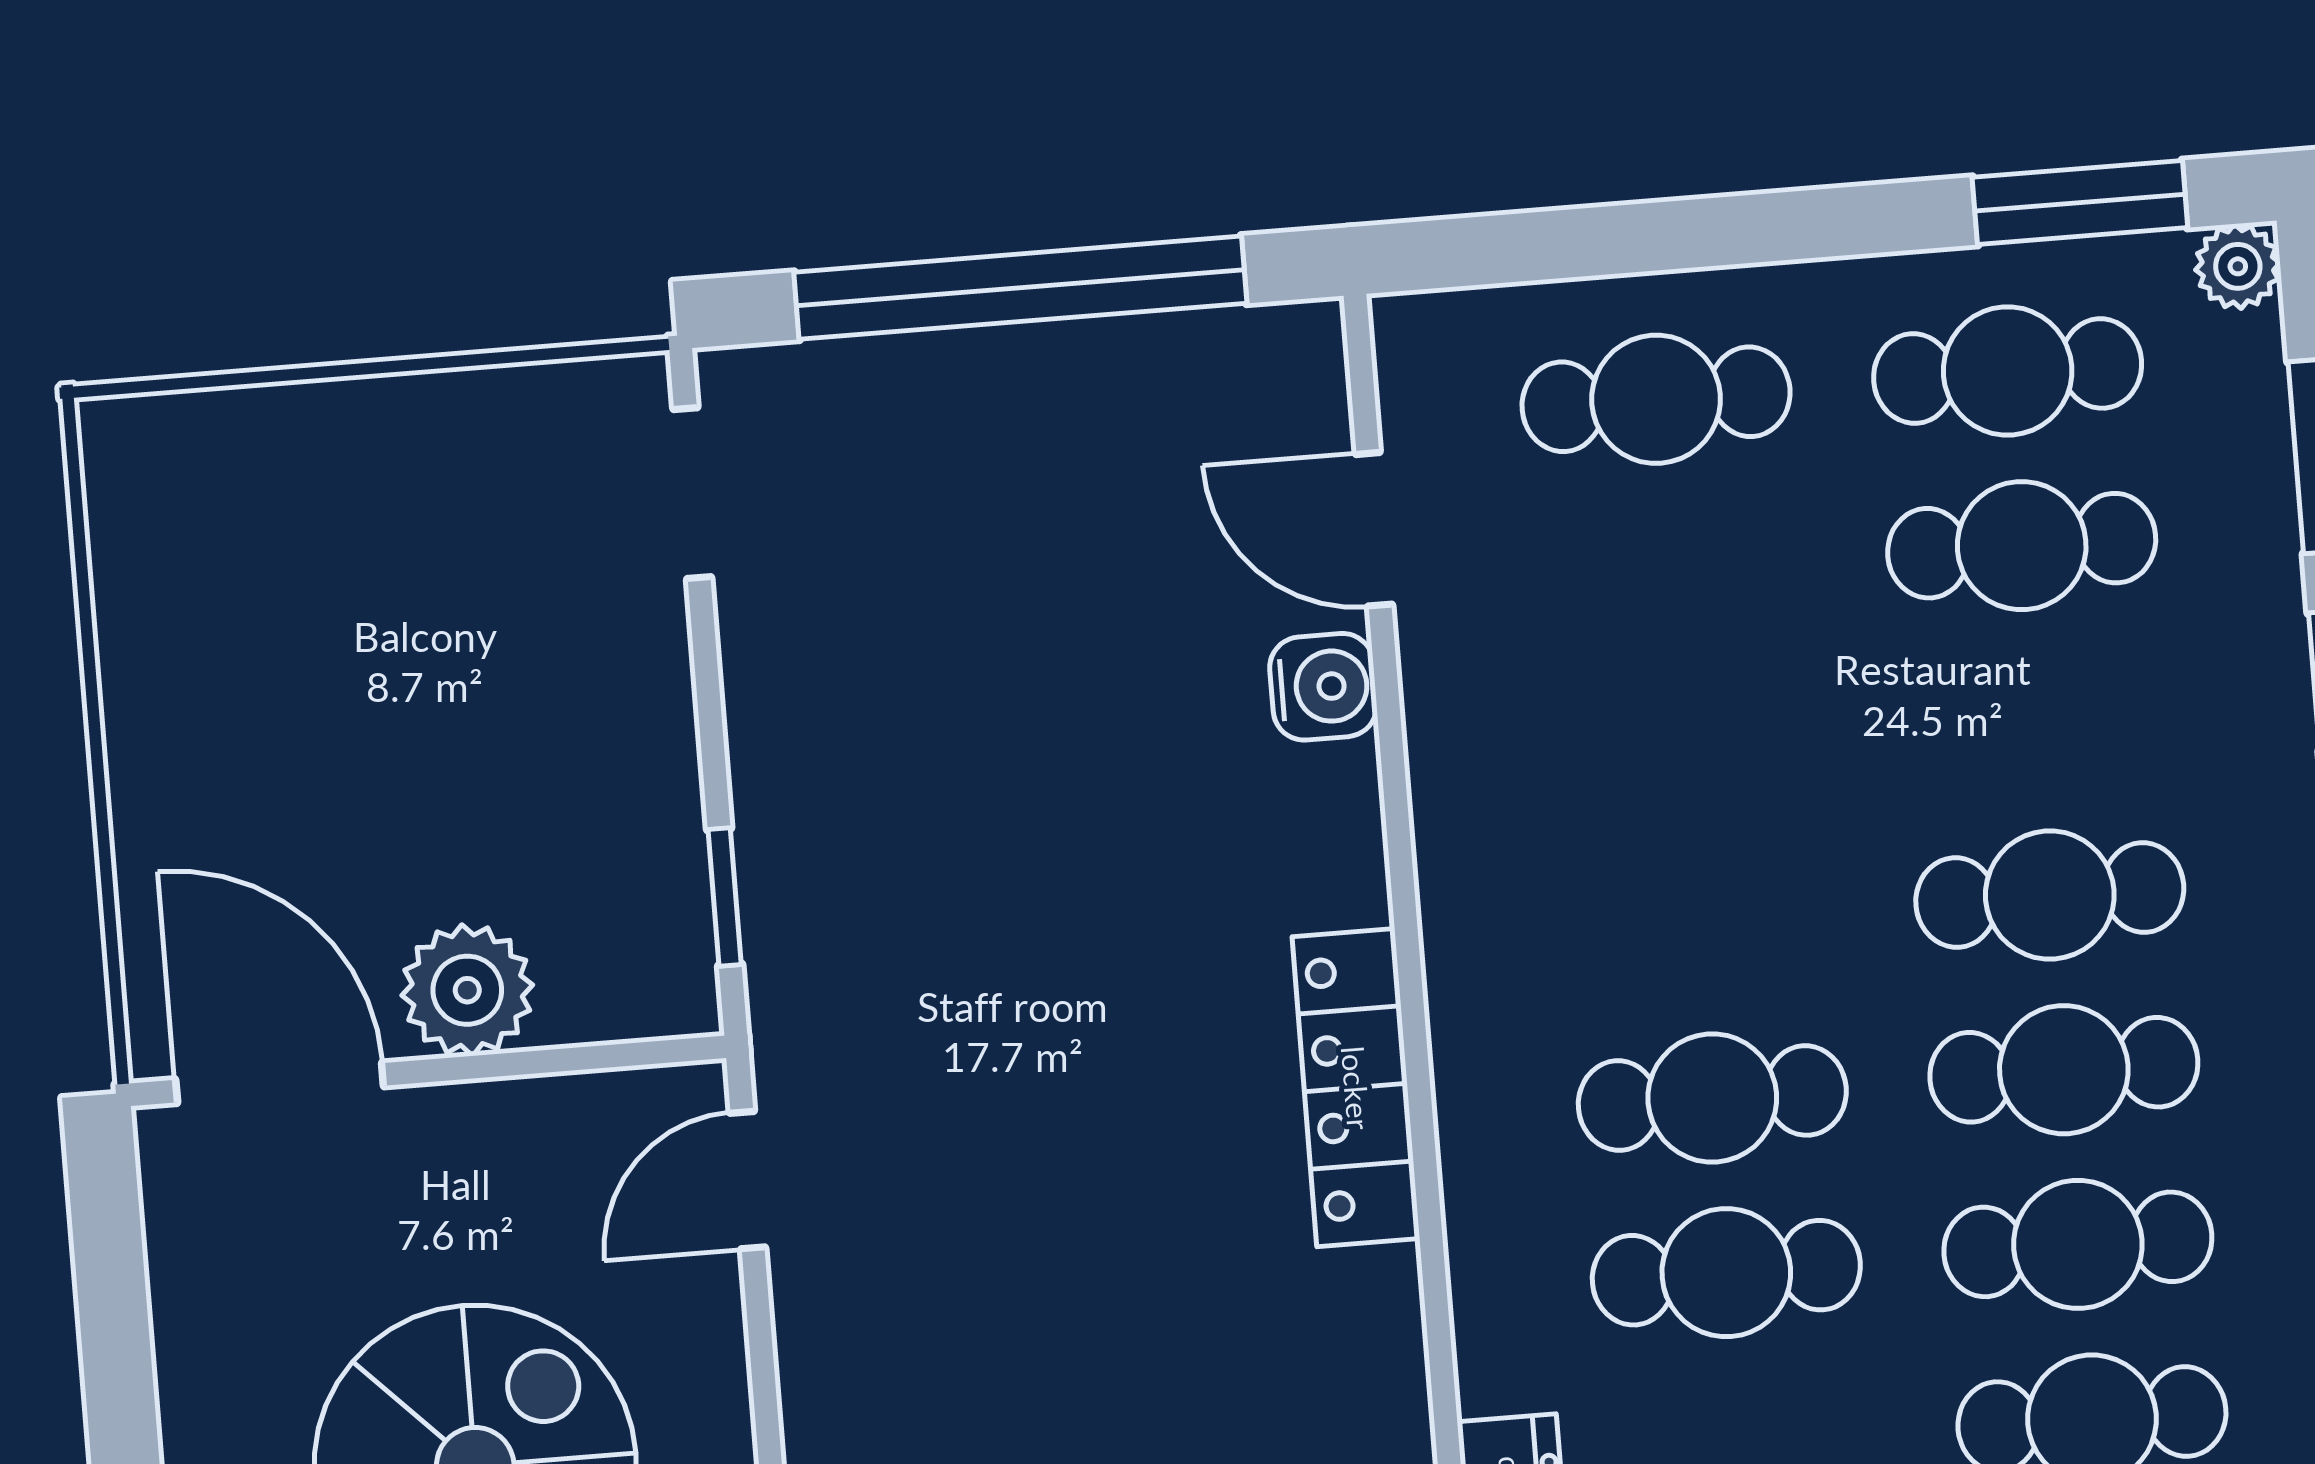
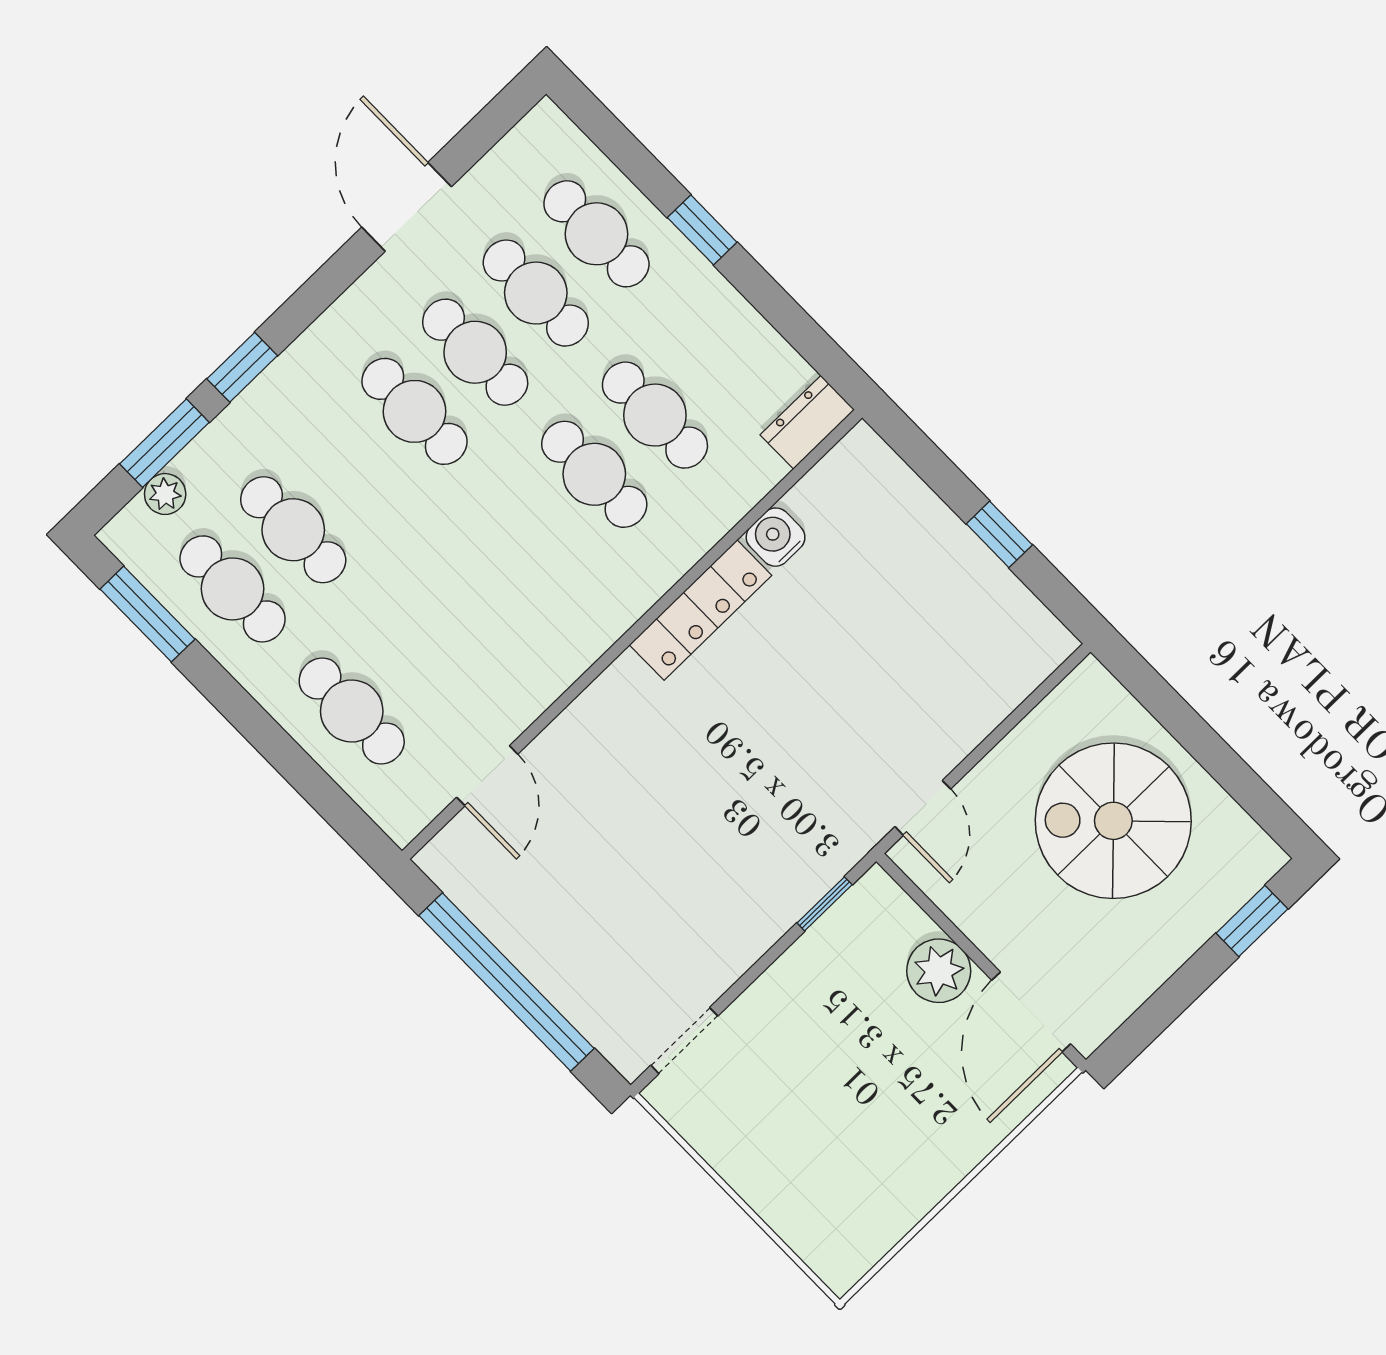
plant: (2238, 266) -> (165, 494), moved
water cooler: (1323, 687) -> (776, 537), moved
door: (748, 1180) -> (923, 808), hinge flipped

